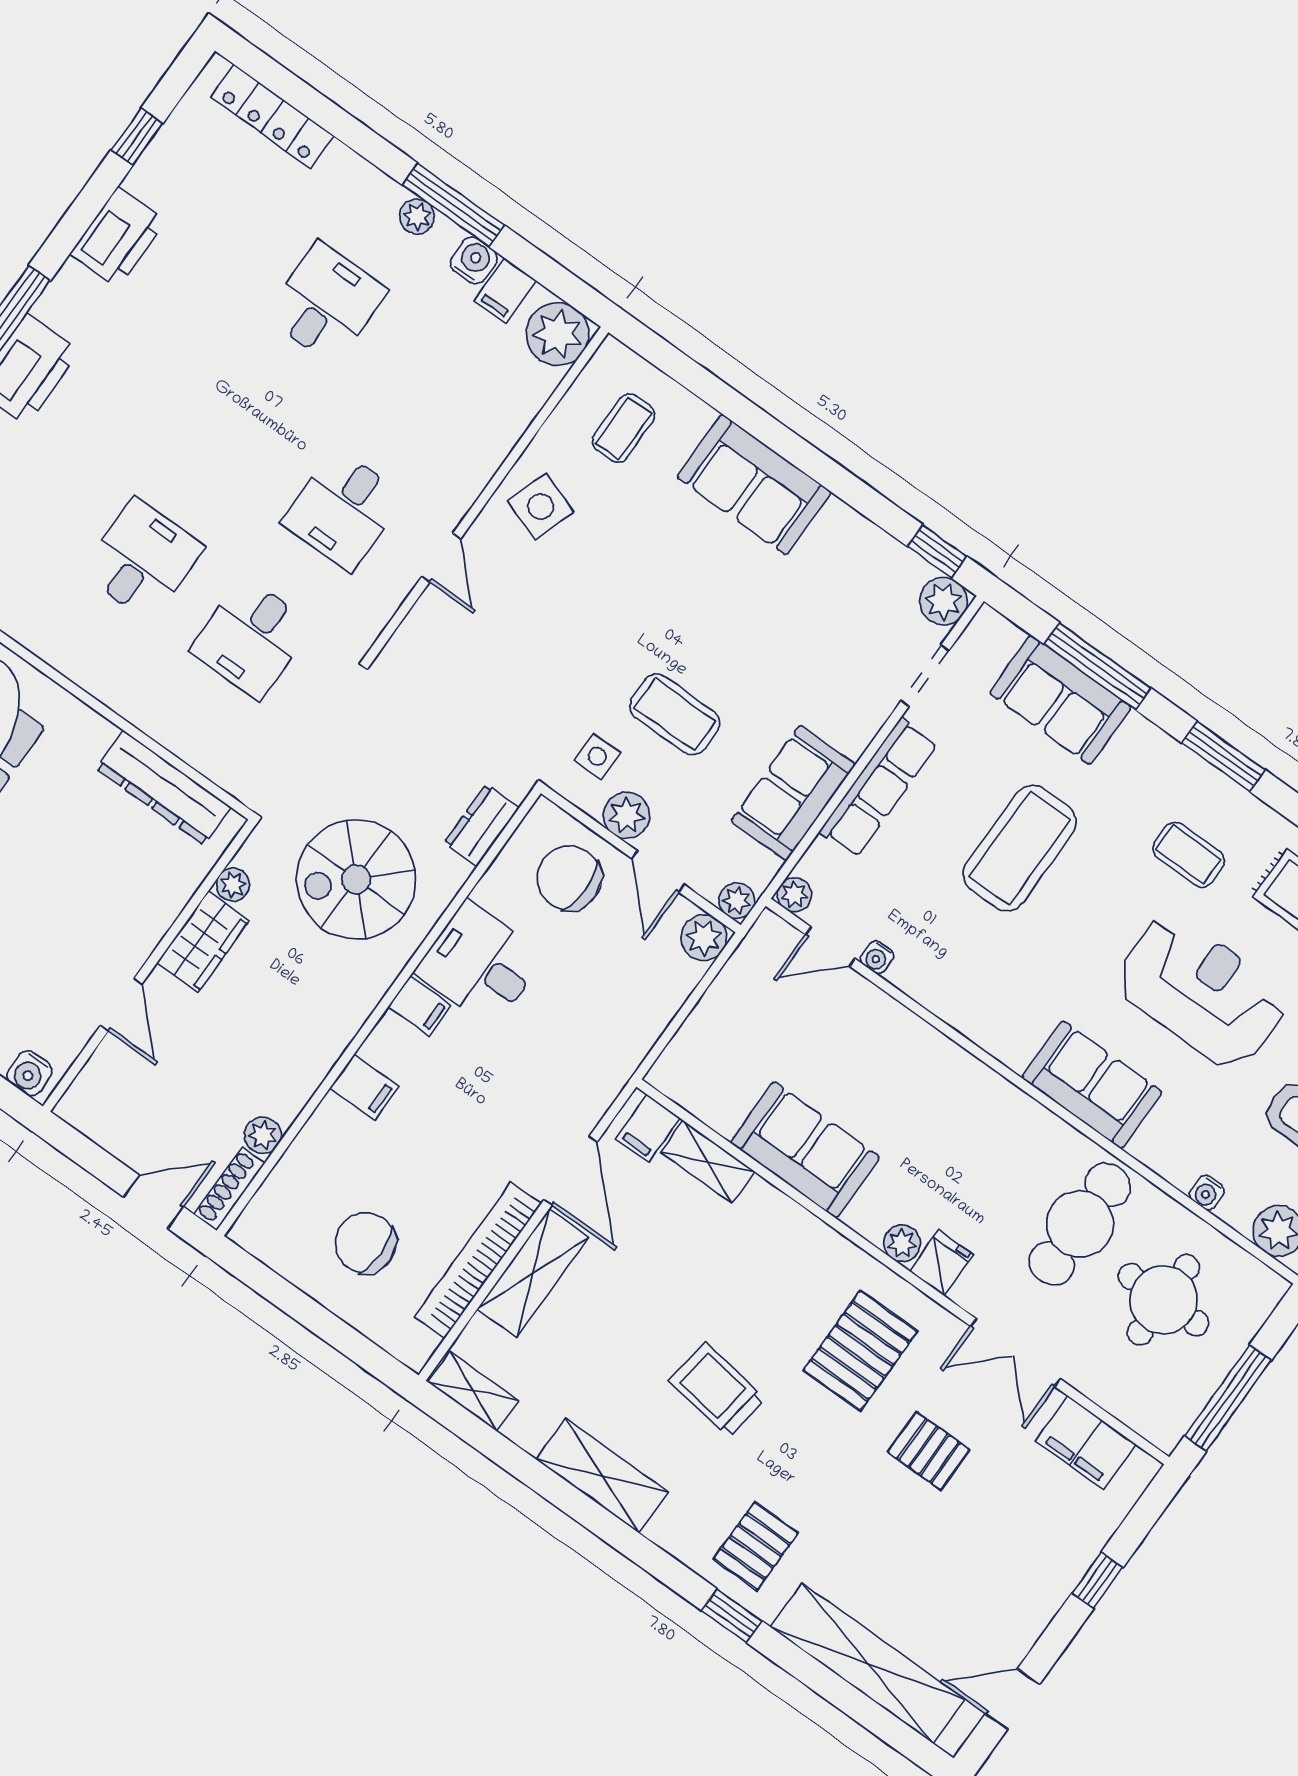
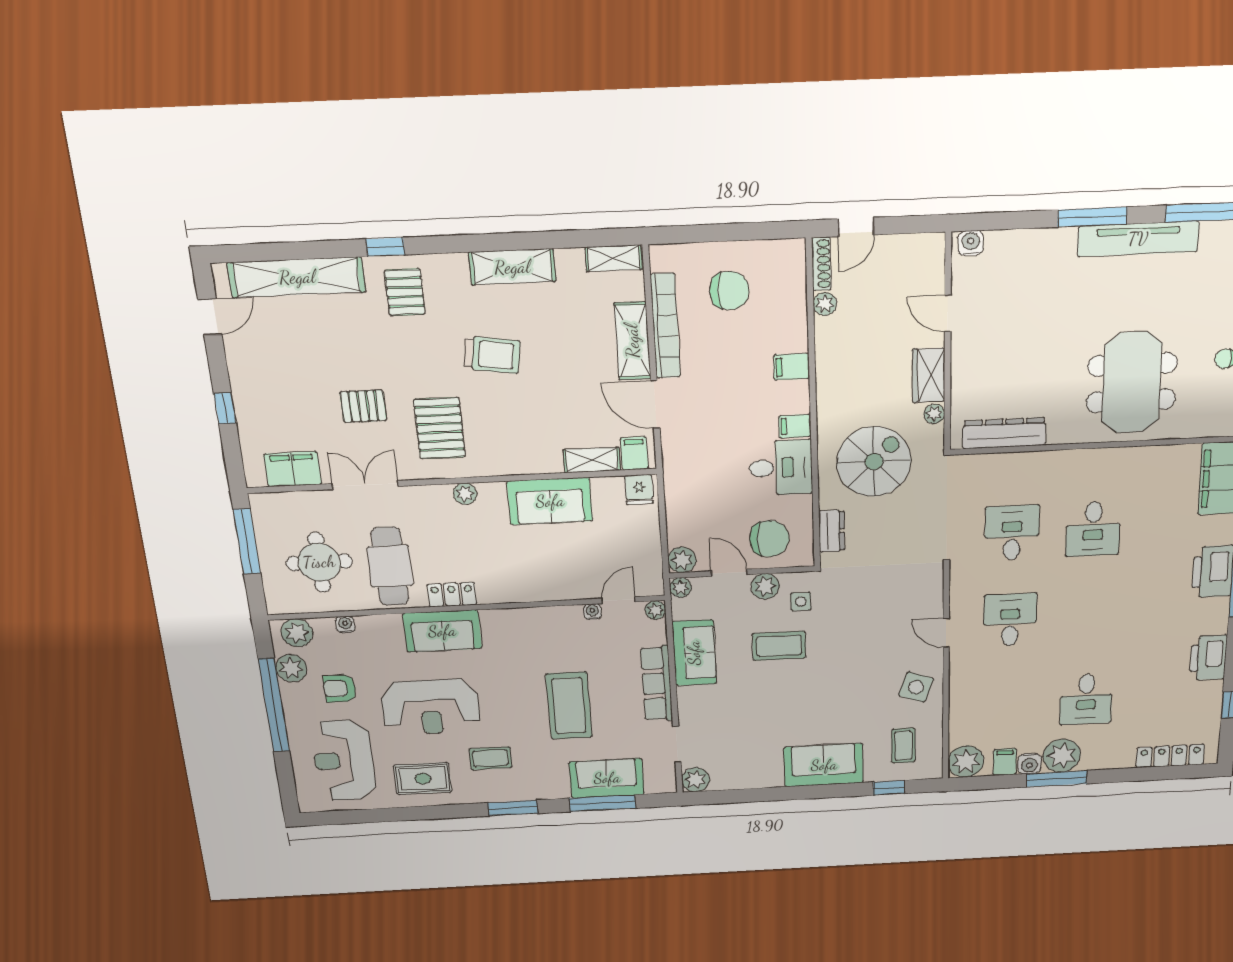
plant: (417, 217) -> (1062, 756), width x1.87, depth x1.87
window: (937, 551) -> (889, 788), moved
locker: (1036, 1124) -> (452, 595), added
fridge: (941, 1263) -> (639, 490), moved

